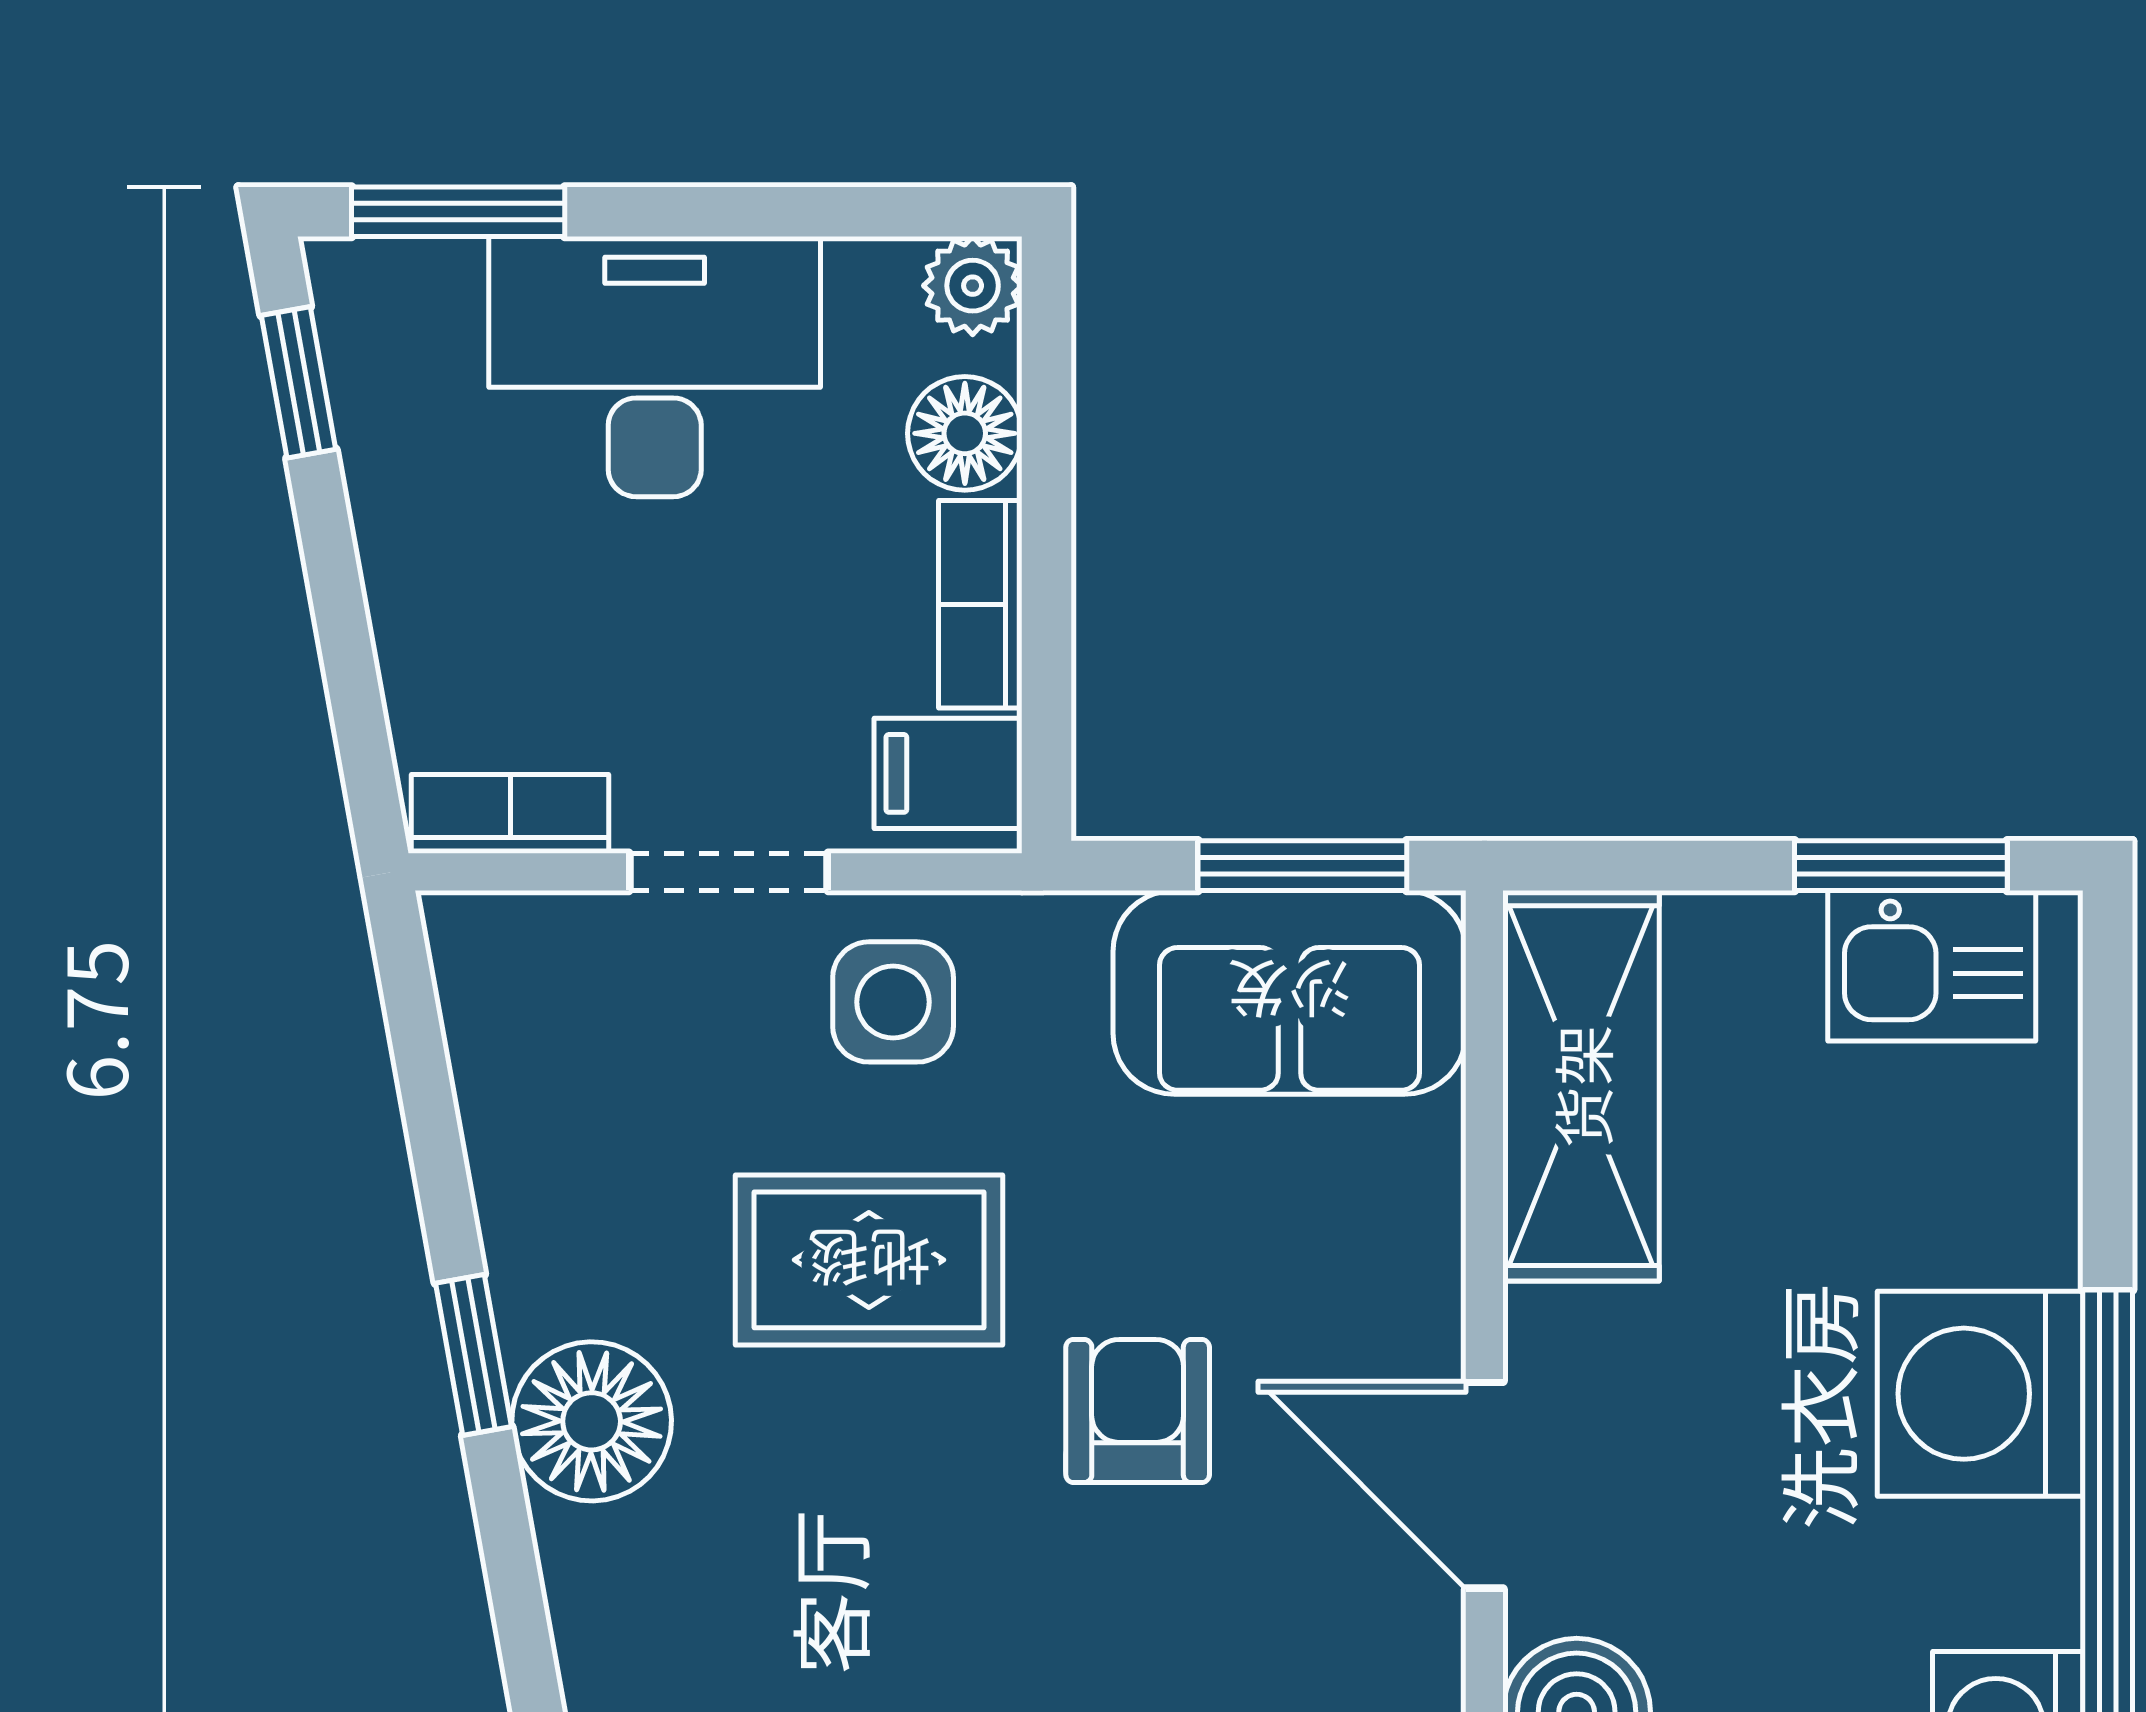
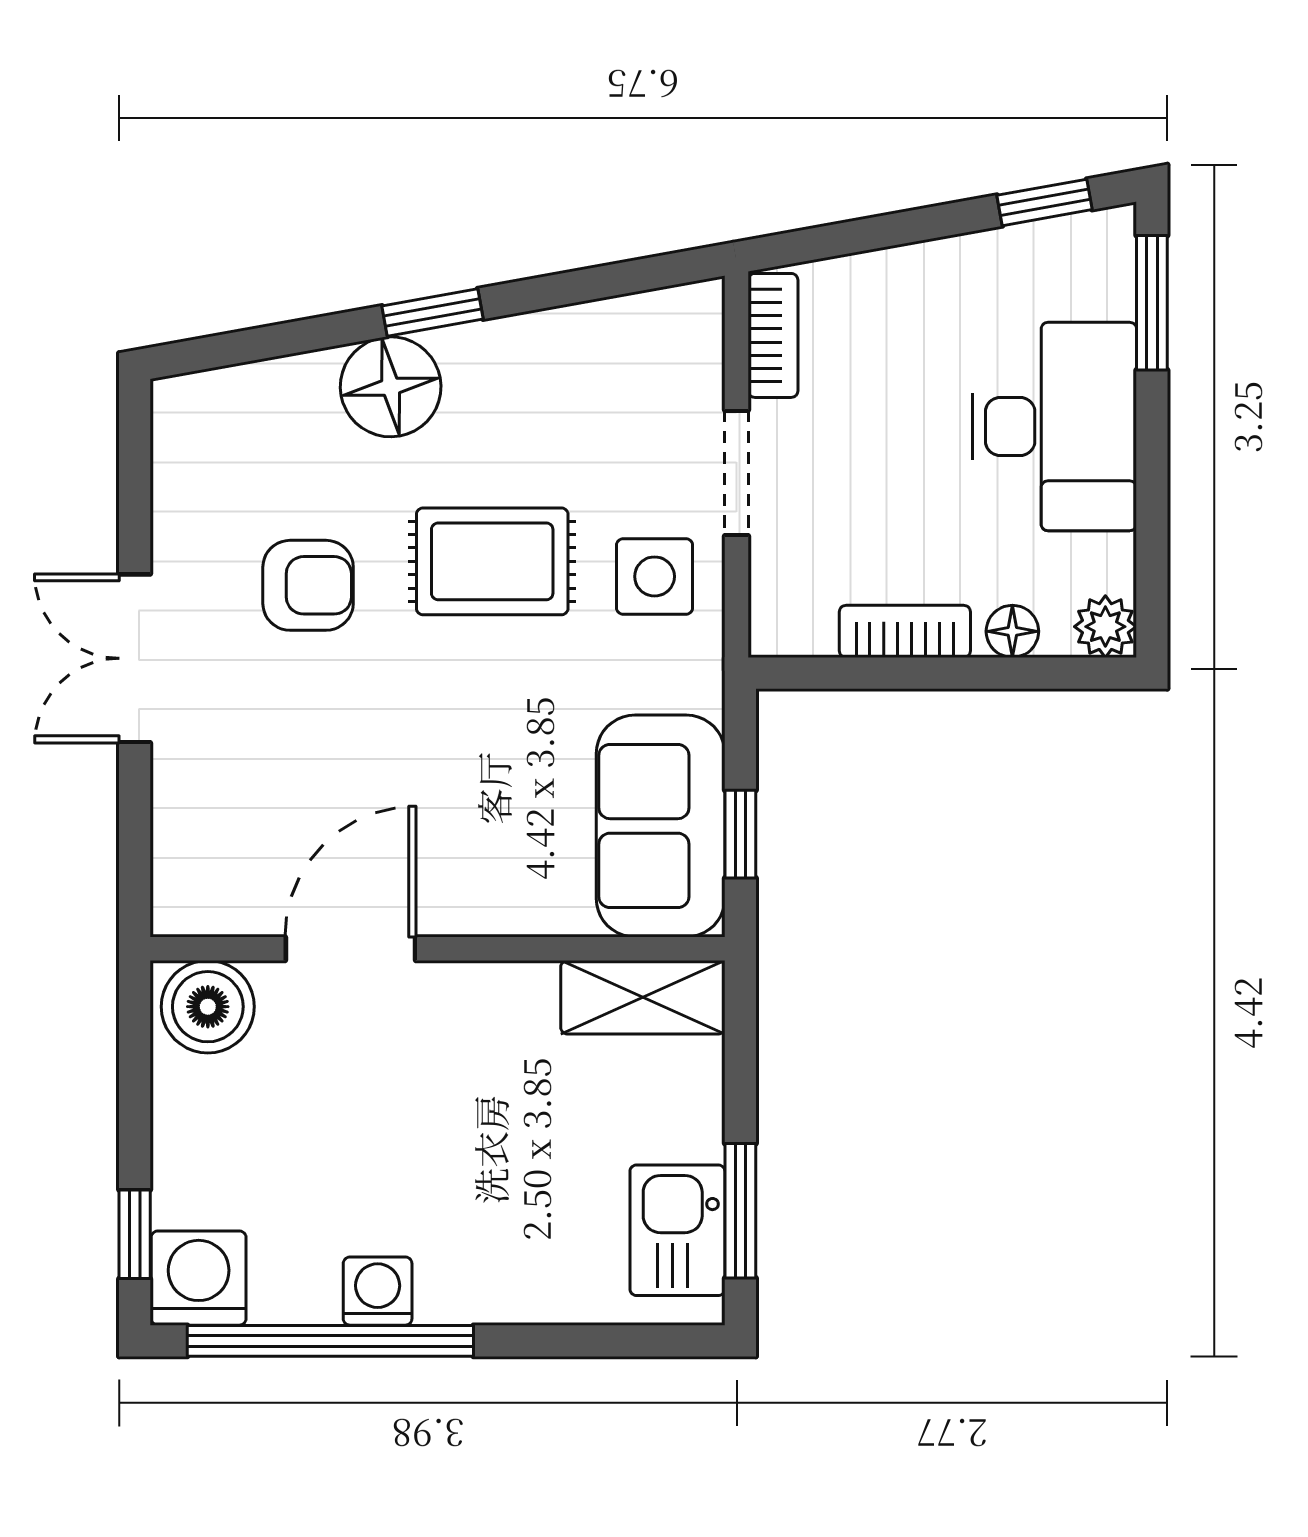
floor lamp: (965, 433) -> (1012, 631), width x0.73, depth x0.73
filing cabinet: (948, 773) -> (798, 611), removed
window: (1302, 866) -> (740, 834), width x0.67
shelving: (1581, 1086) -> (643, 997), width x0.67, depth x0.75
rug: (869, 1260) -> (492, 561), turned 90
washing machine: (1980, 1394) -> (378, 1291), width x0.53, depth x0.53
armchair: (1138, 1411) -> (308, 585), moved

